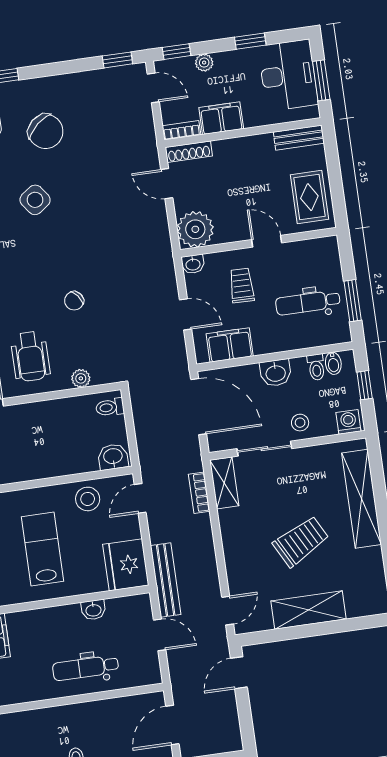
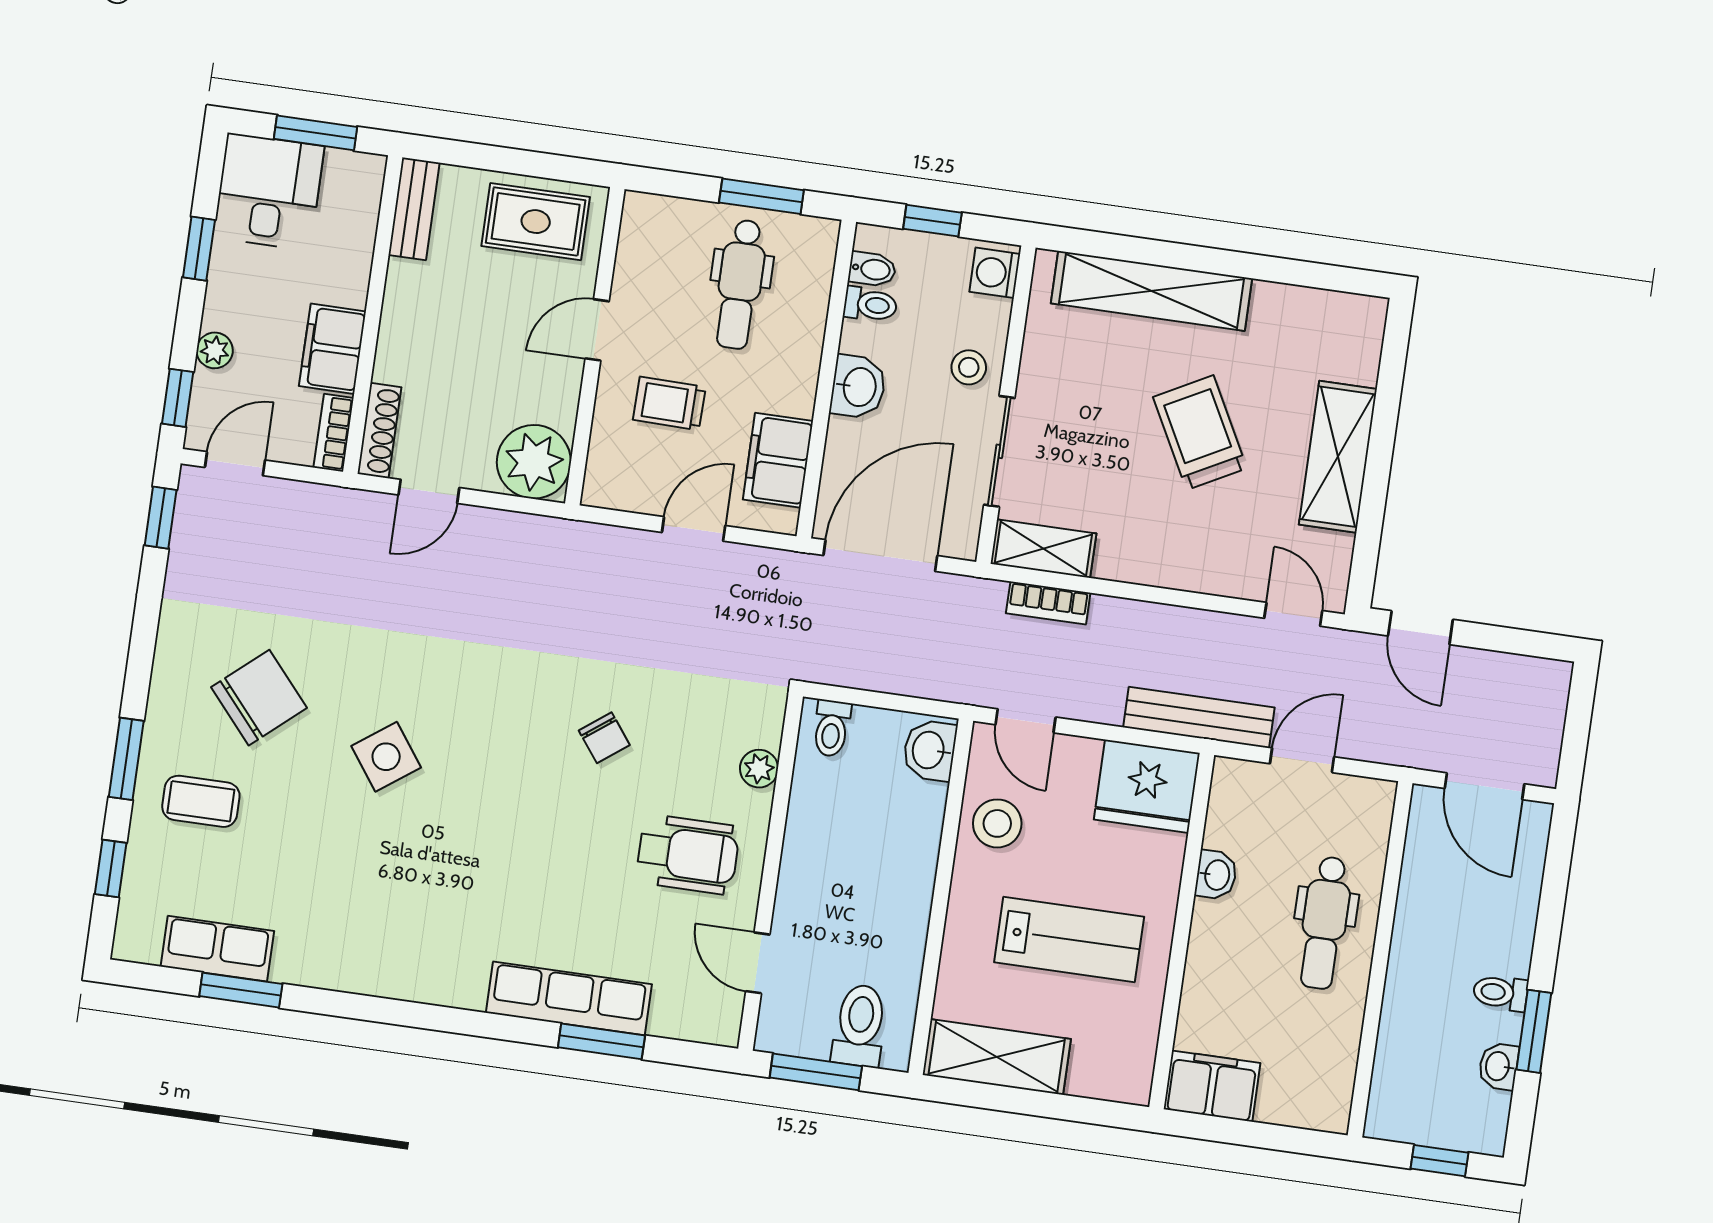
desk: (288, 75) -> (269, 192), width x0.73
washbasin: (193, 264) -> (600, 486), removed
lab bench: (42, 549) -> (1069, 939), turned 180

